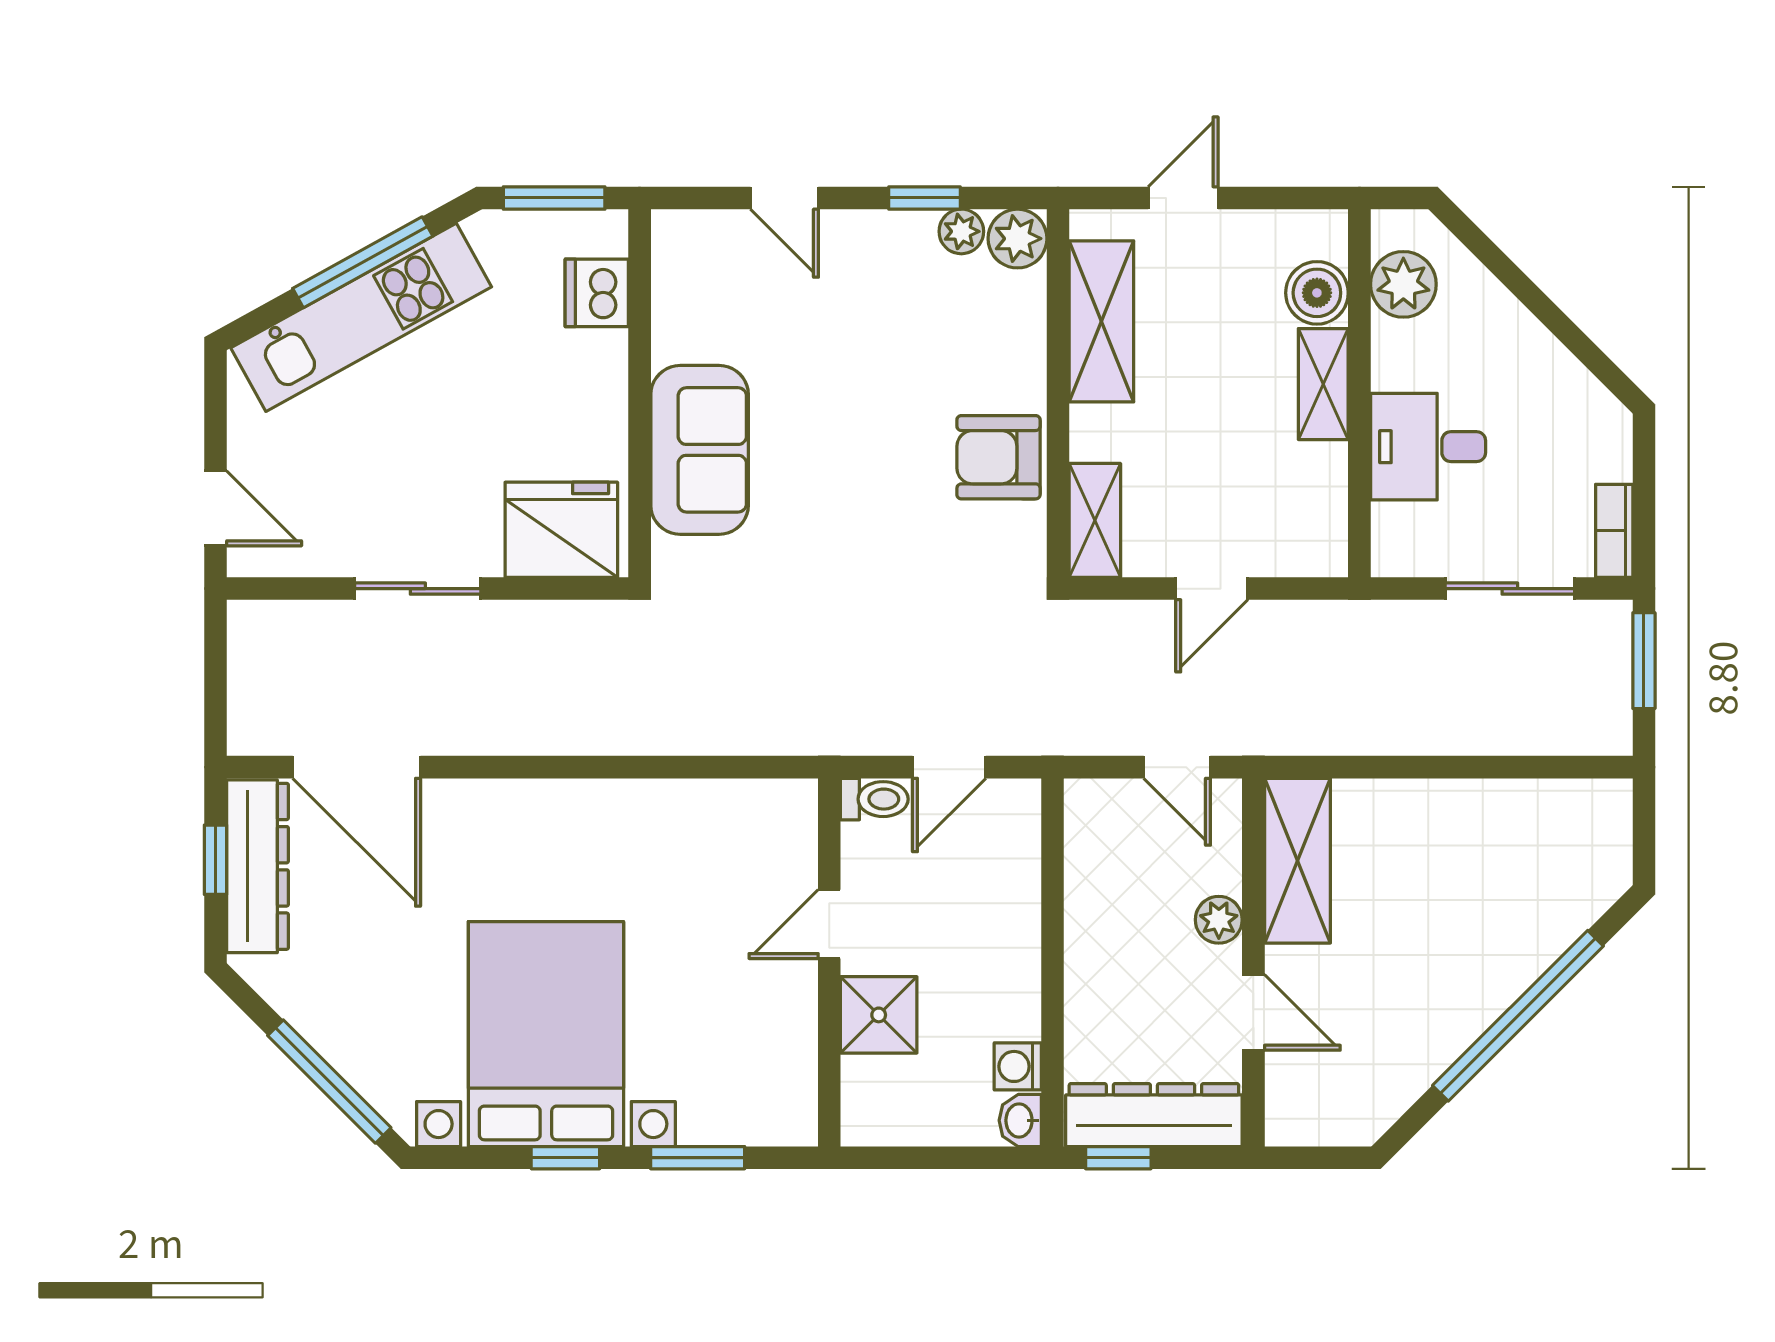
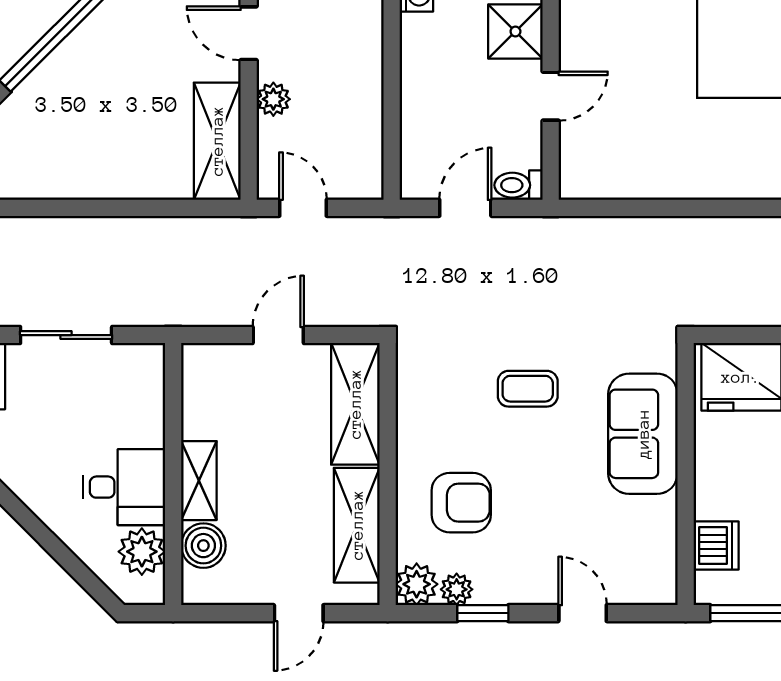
desk: (1428, 447) -> (124, 487), moved
armchair: (999, 457) -> (461, 503), moved
coffee table: (861, 513) -> (528, 389), added
shelving: (1095, 520) -> (355, 404), width x1.50, depth x1.33

